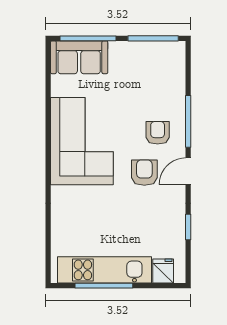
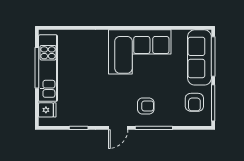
sofa: (79, 57) -> (199, 57), width x1.36
door: (188, 171) -> (118, 128), swing flipped
armchair: (144, 173) -> (194, 102), moved, turned 90

